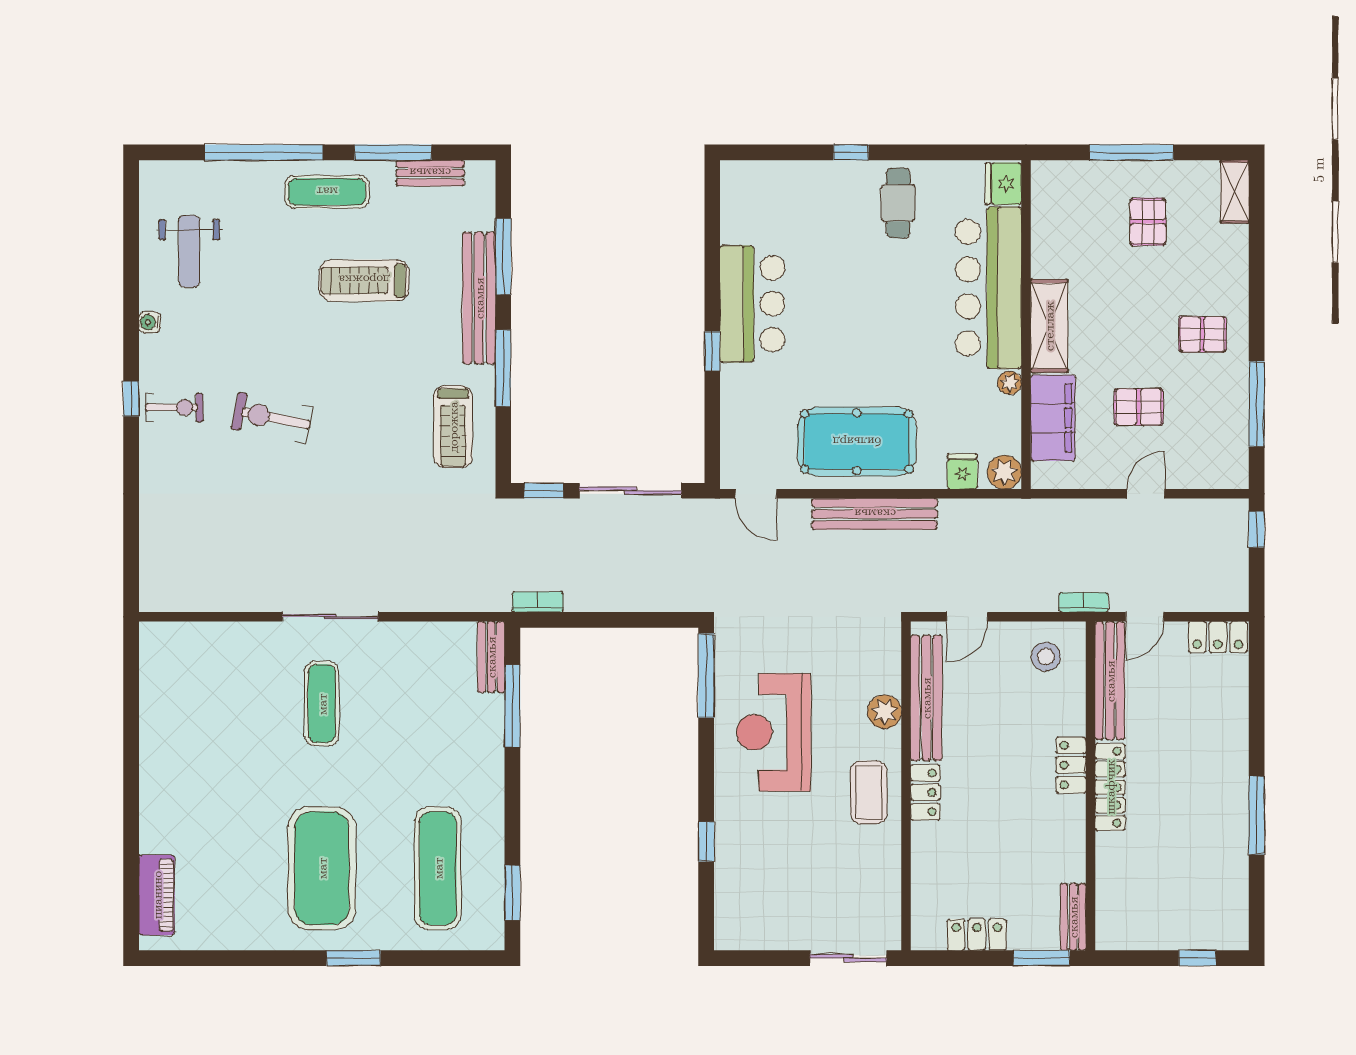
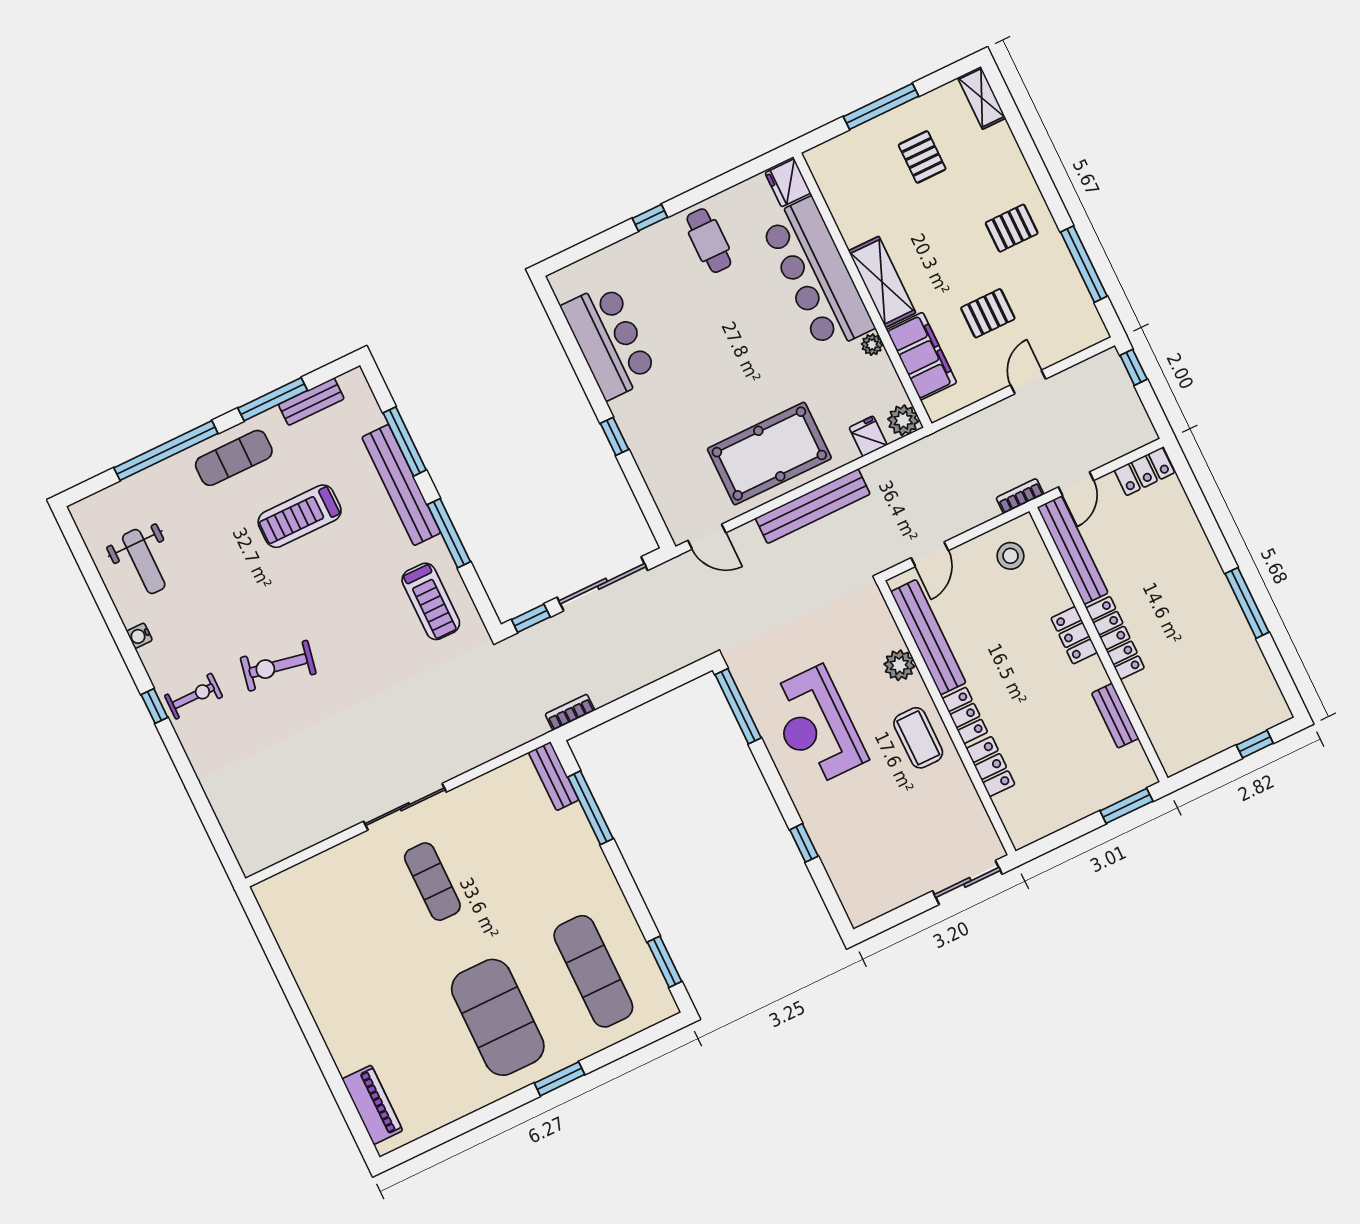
bar counter: (752, 304) -> (609, 341), moved
bench: (1073, 917) -> (1115, 716), moved
locker: (977, 935) -> (991, 767), moved, turned 90

